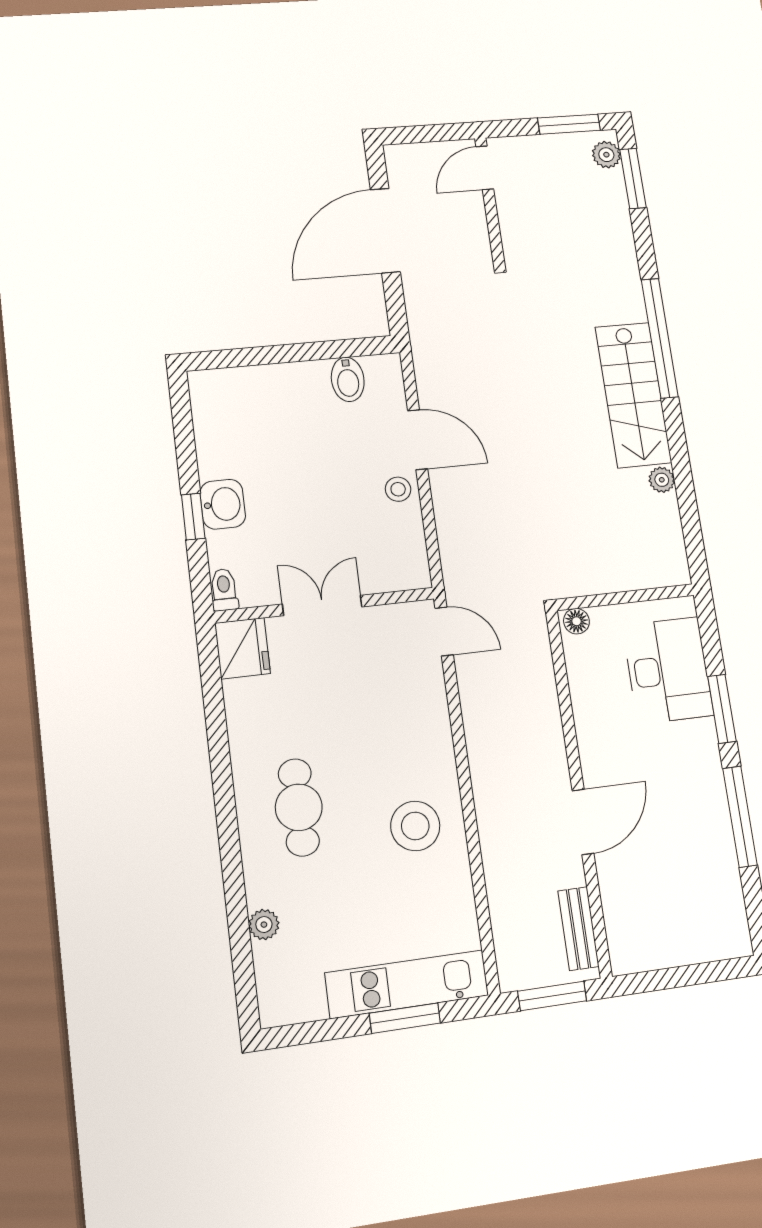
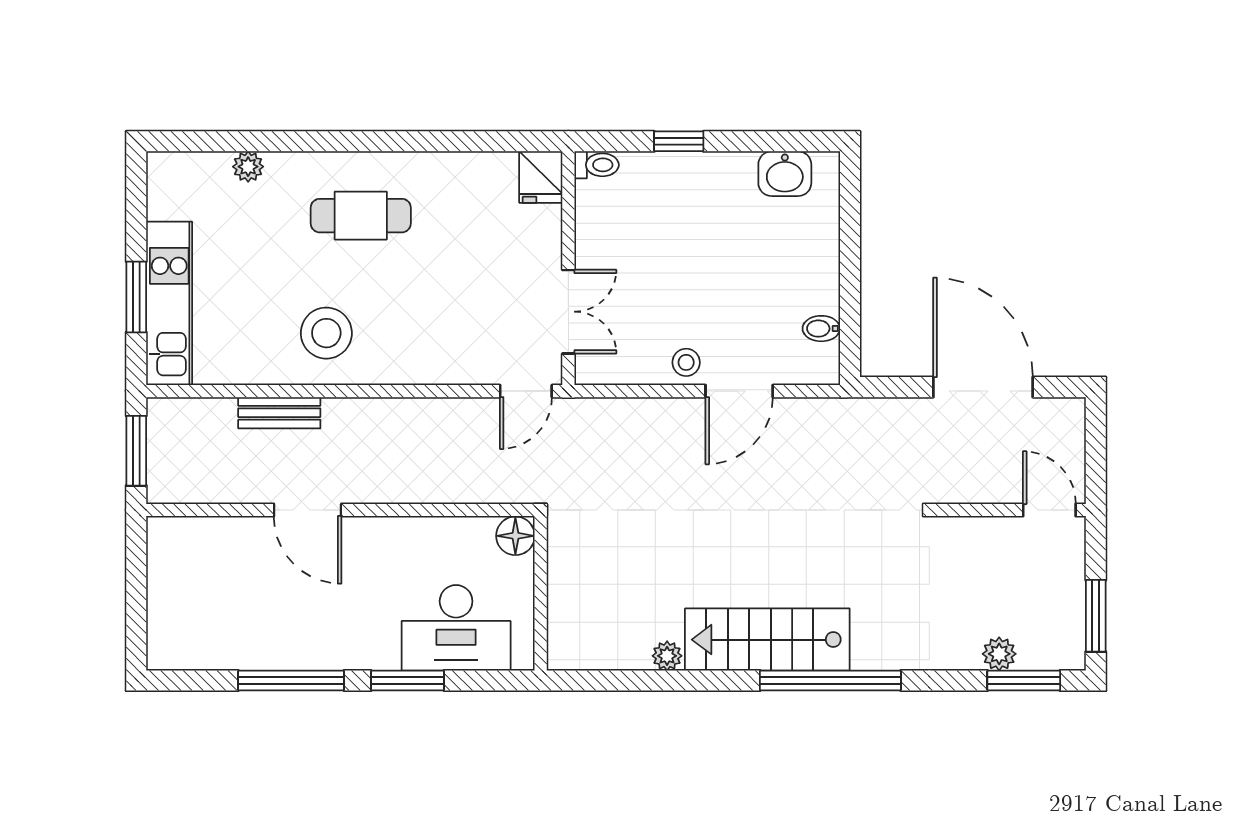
plant: (606, 155) -> (999, 654), moved
bidet: (348, 379) -> (821, 329), width x0.72, depth x0.74
washbasin: (223, 504) -> (785, 174), moved
double door: (322, 605) -> (568, 312), moved
floor lamp: (576, 621) -> (515, 536), width x1.37, depth x1.37
fridge: (243, 648) -> (541, 177), width x0.72
bench: (578, 929) -> (279, 413), moved

